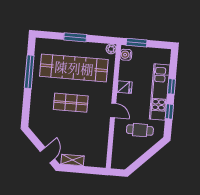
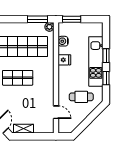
window: (75, 37) -> (38, 19), moved
water cooler: (126, 55) -> (63, 41), moved
door: (113, 110) -> (56, 112), moved

